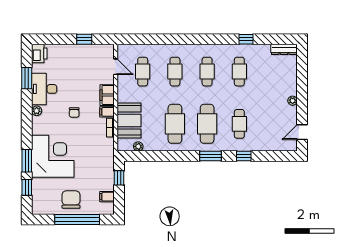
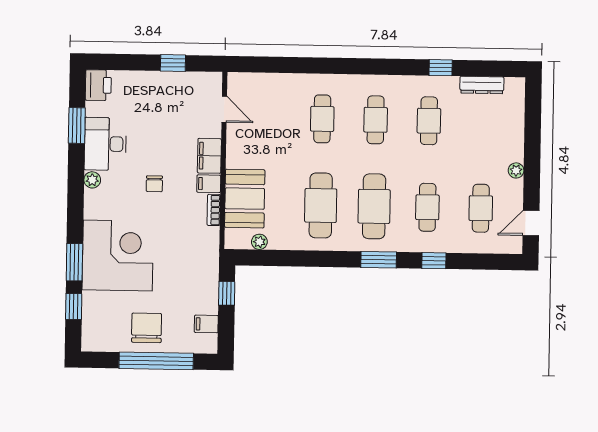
dresser: (284, 49) -> (482, 85), moved
cafe table: (143, 72) -> (481, 208), moved

